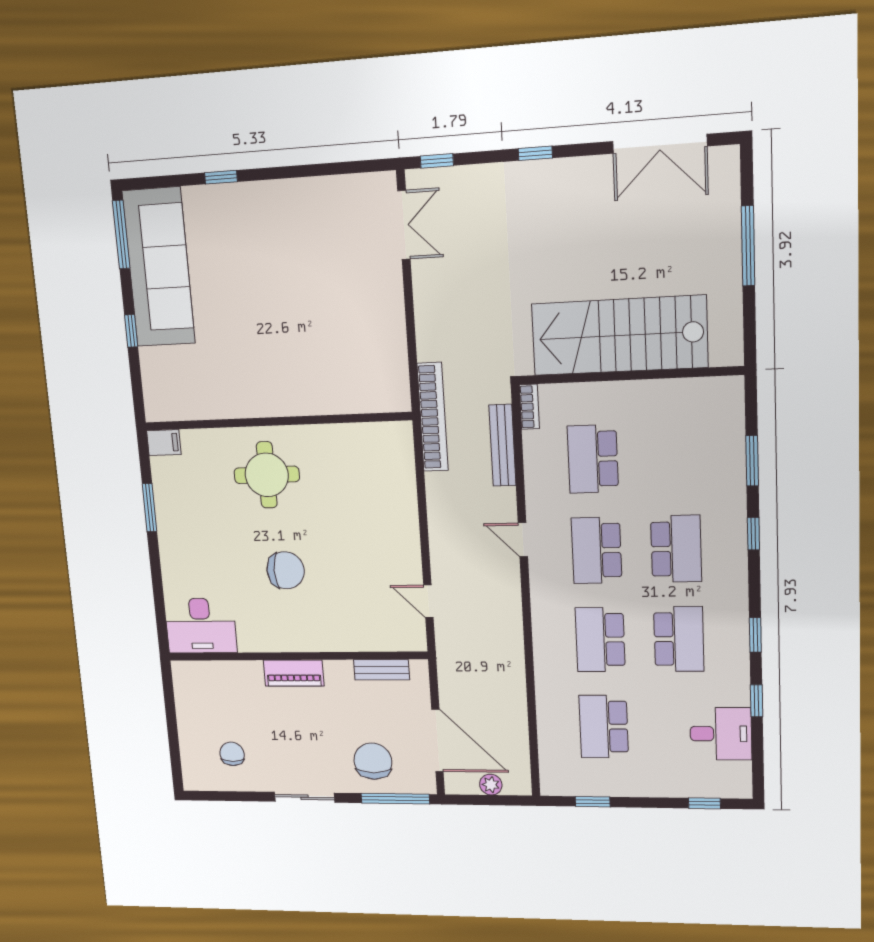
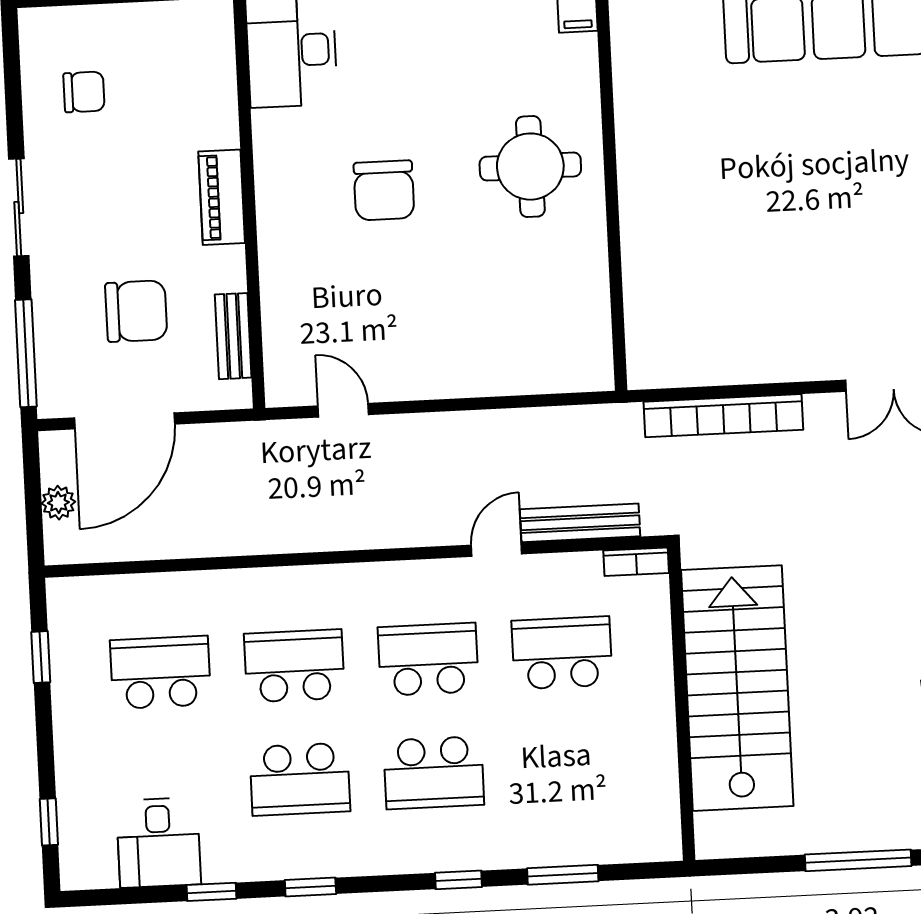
bookcase: (433, 417) -> (723, 416), moved
door: (523, 540) -> (496, 550), moved
door: (428, 601) -> (343, 410), hinge flipped
chair: (373, 761) -> (136, 311), moved

